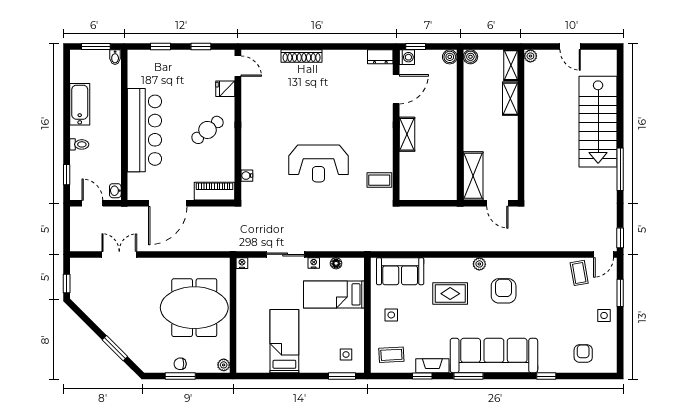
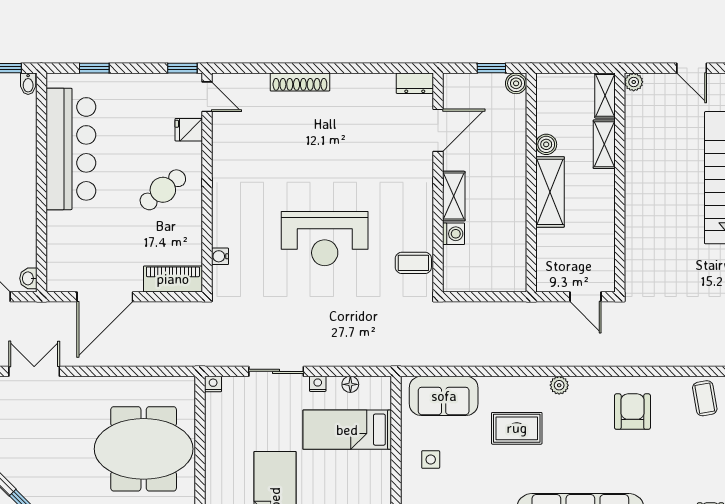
window: (201, 46) -> (182, 68), moved
window: (416, 46) -> (491, 68), moved
washing machine: (407, 57) -> (454, 234), moved
boiler: (470, 57) -> (546, 144), moved
bar counter: (144, 130) -> (71, 149), moved
shelving: (473, 176) -> (550, 192), moved
armchair: (504, 291) -> (632, 412), moved

